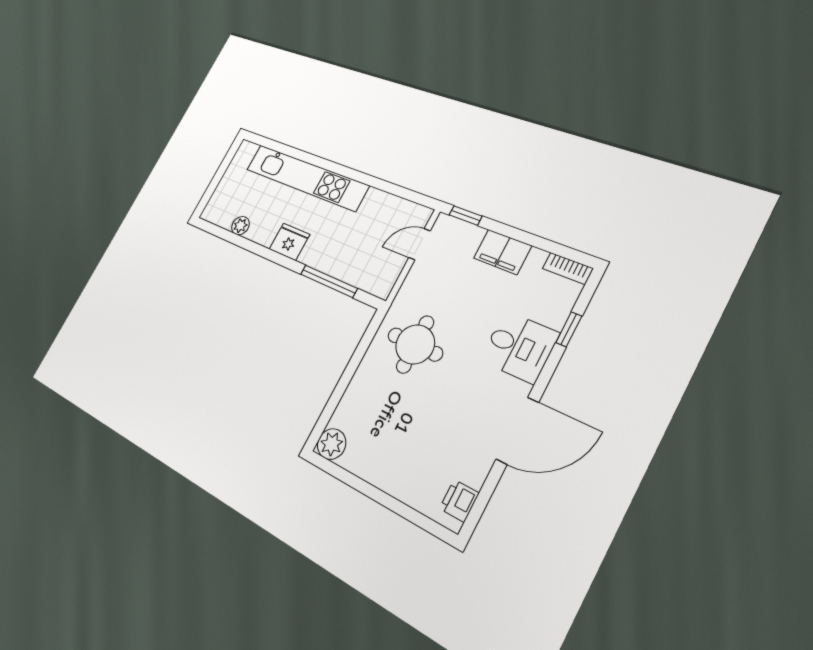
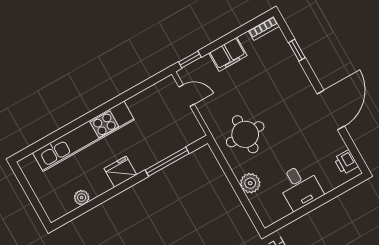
door: (419, 244) -> (187, 95), swing flipped
desk: (519, 347) -> (300, 187), moved, turned 90
plant: (332, 444) -> (250, 183), moved

